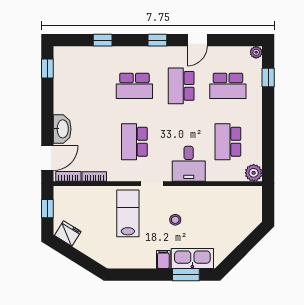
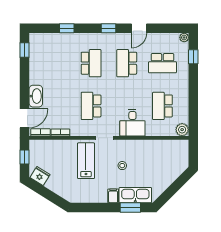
school desk: (134, 86) -> (91, 63), turned -90

